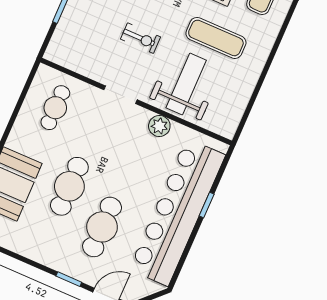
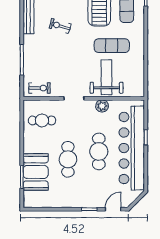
exercise bike: (140, 38) -> (40, 88), moved
cafe table: (55, 108) -> (42, 121), turned 90
cafe table: (102, 227) -> (99, 151), moved

